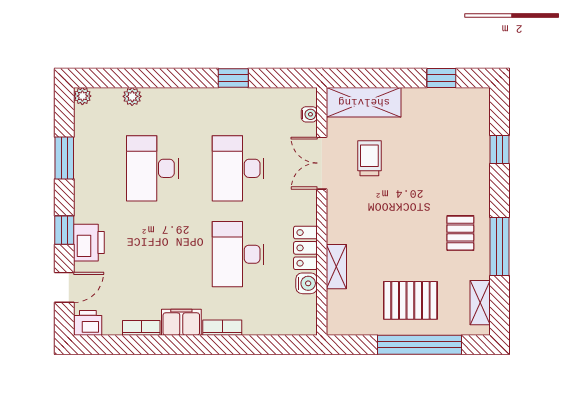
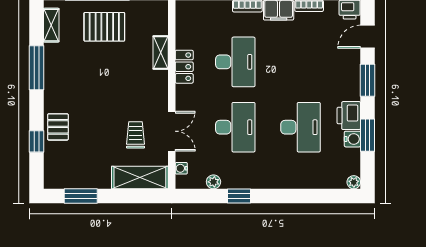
window: (441, 78) -> (81, 196), width x1.50
plant: (132, 96) -> (213, 182), moved
trolley: (369, 158) -> (136, 135), turned 180
window: (64, 230) -> (368, 80), width x1.50
pallet: (460, 233) -> (58, 127), moved
printer: (89, 243) -> (349, 116), moved
water cooler: (306, 283) -> (352, 139), moved, turned 180

